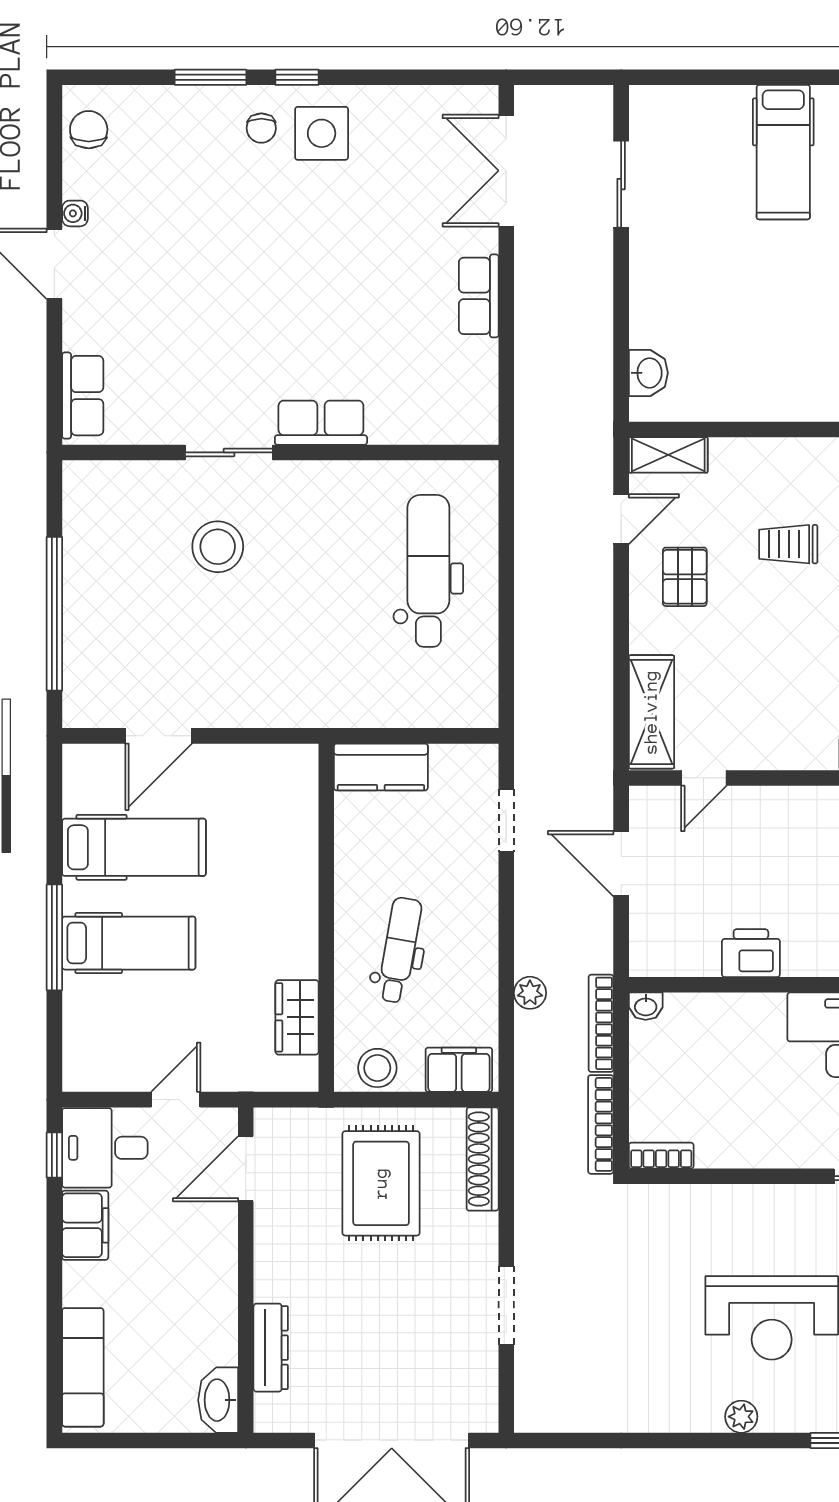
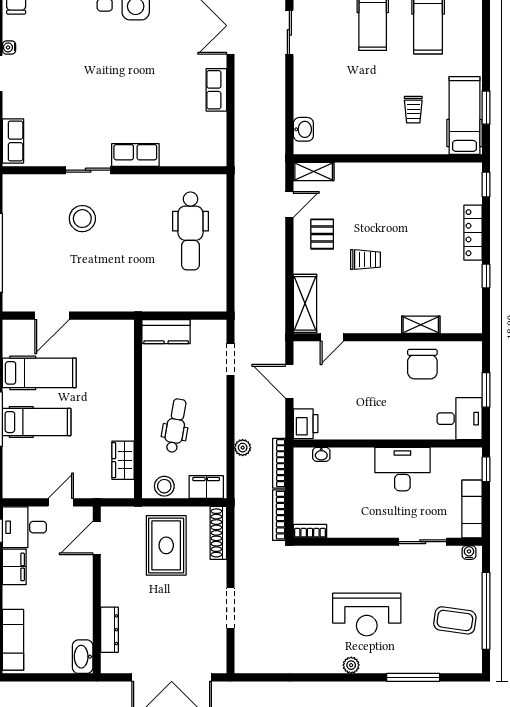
trolley: (788, 544) -> (365, 260), moved, turned 180
dental chair: (428, 571) -> (190, 231), turned 180
printer: (751, 953) -> (306, 424), moved, turned 90
washbasin: (646, 1006) -> (321, 454), moved

